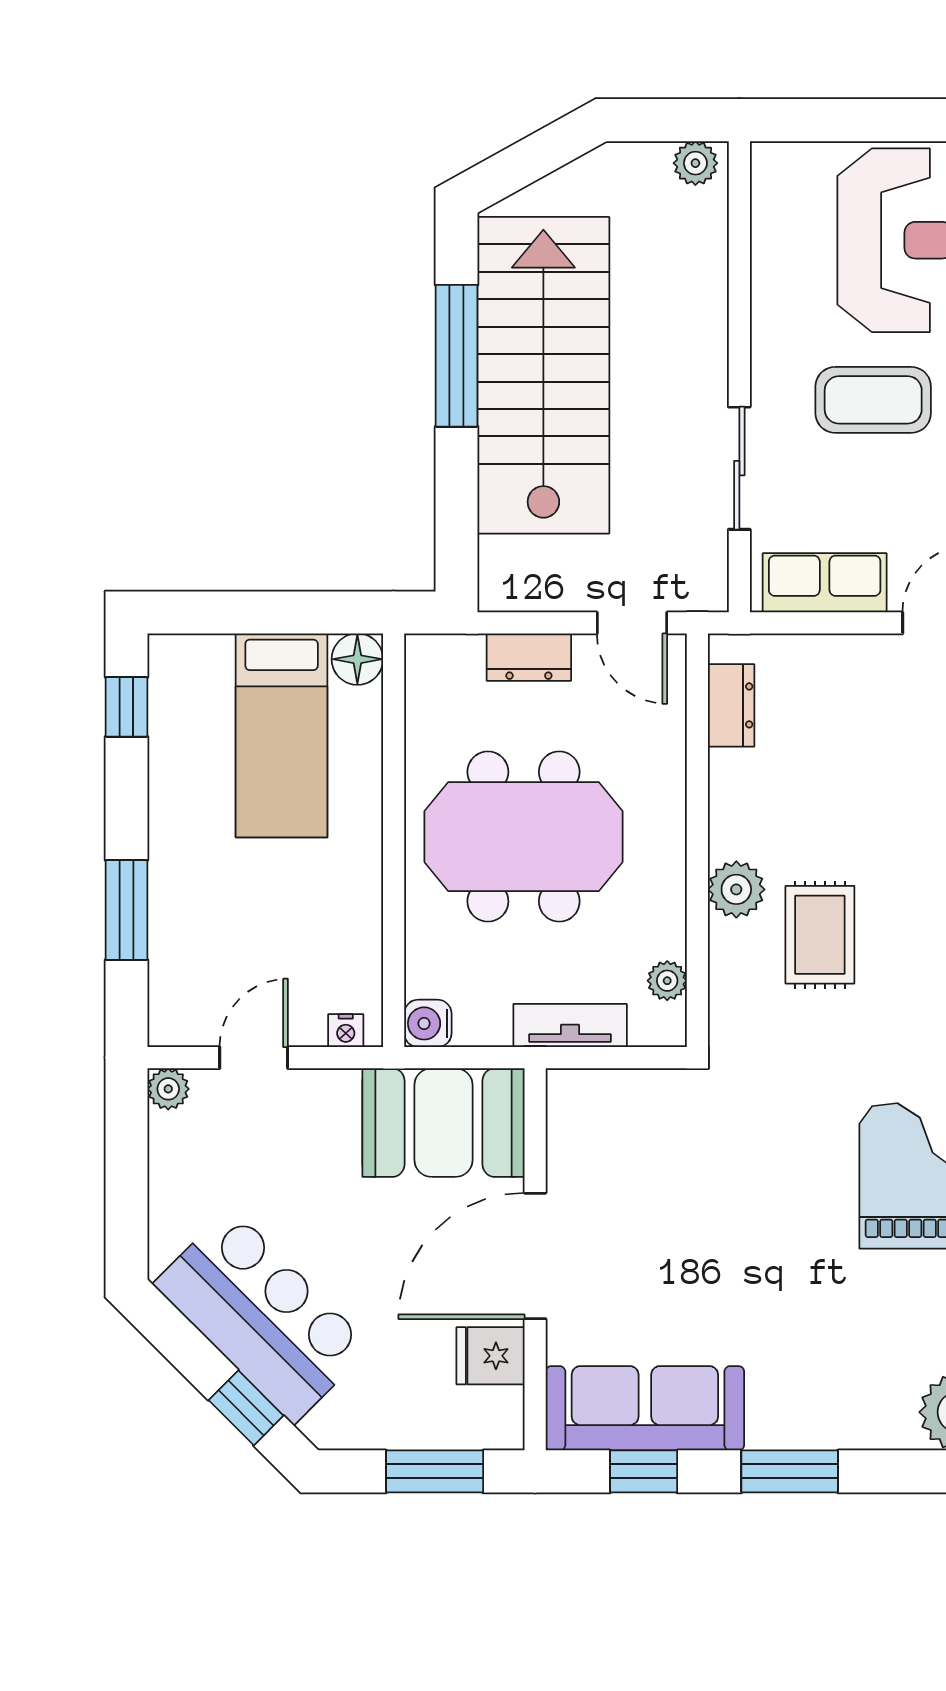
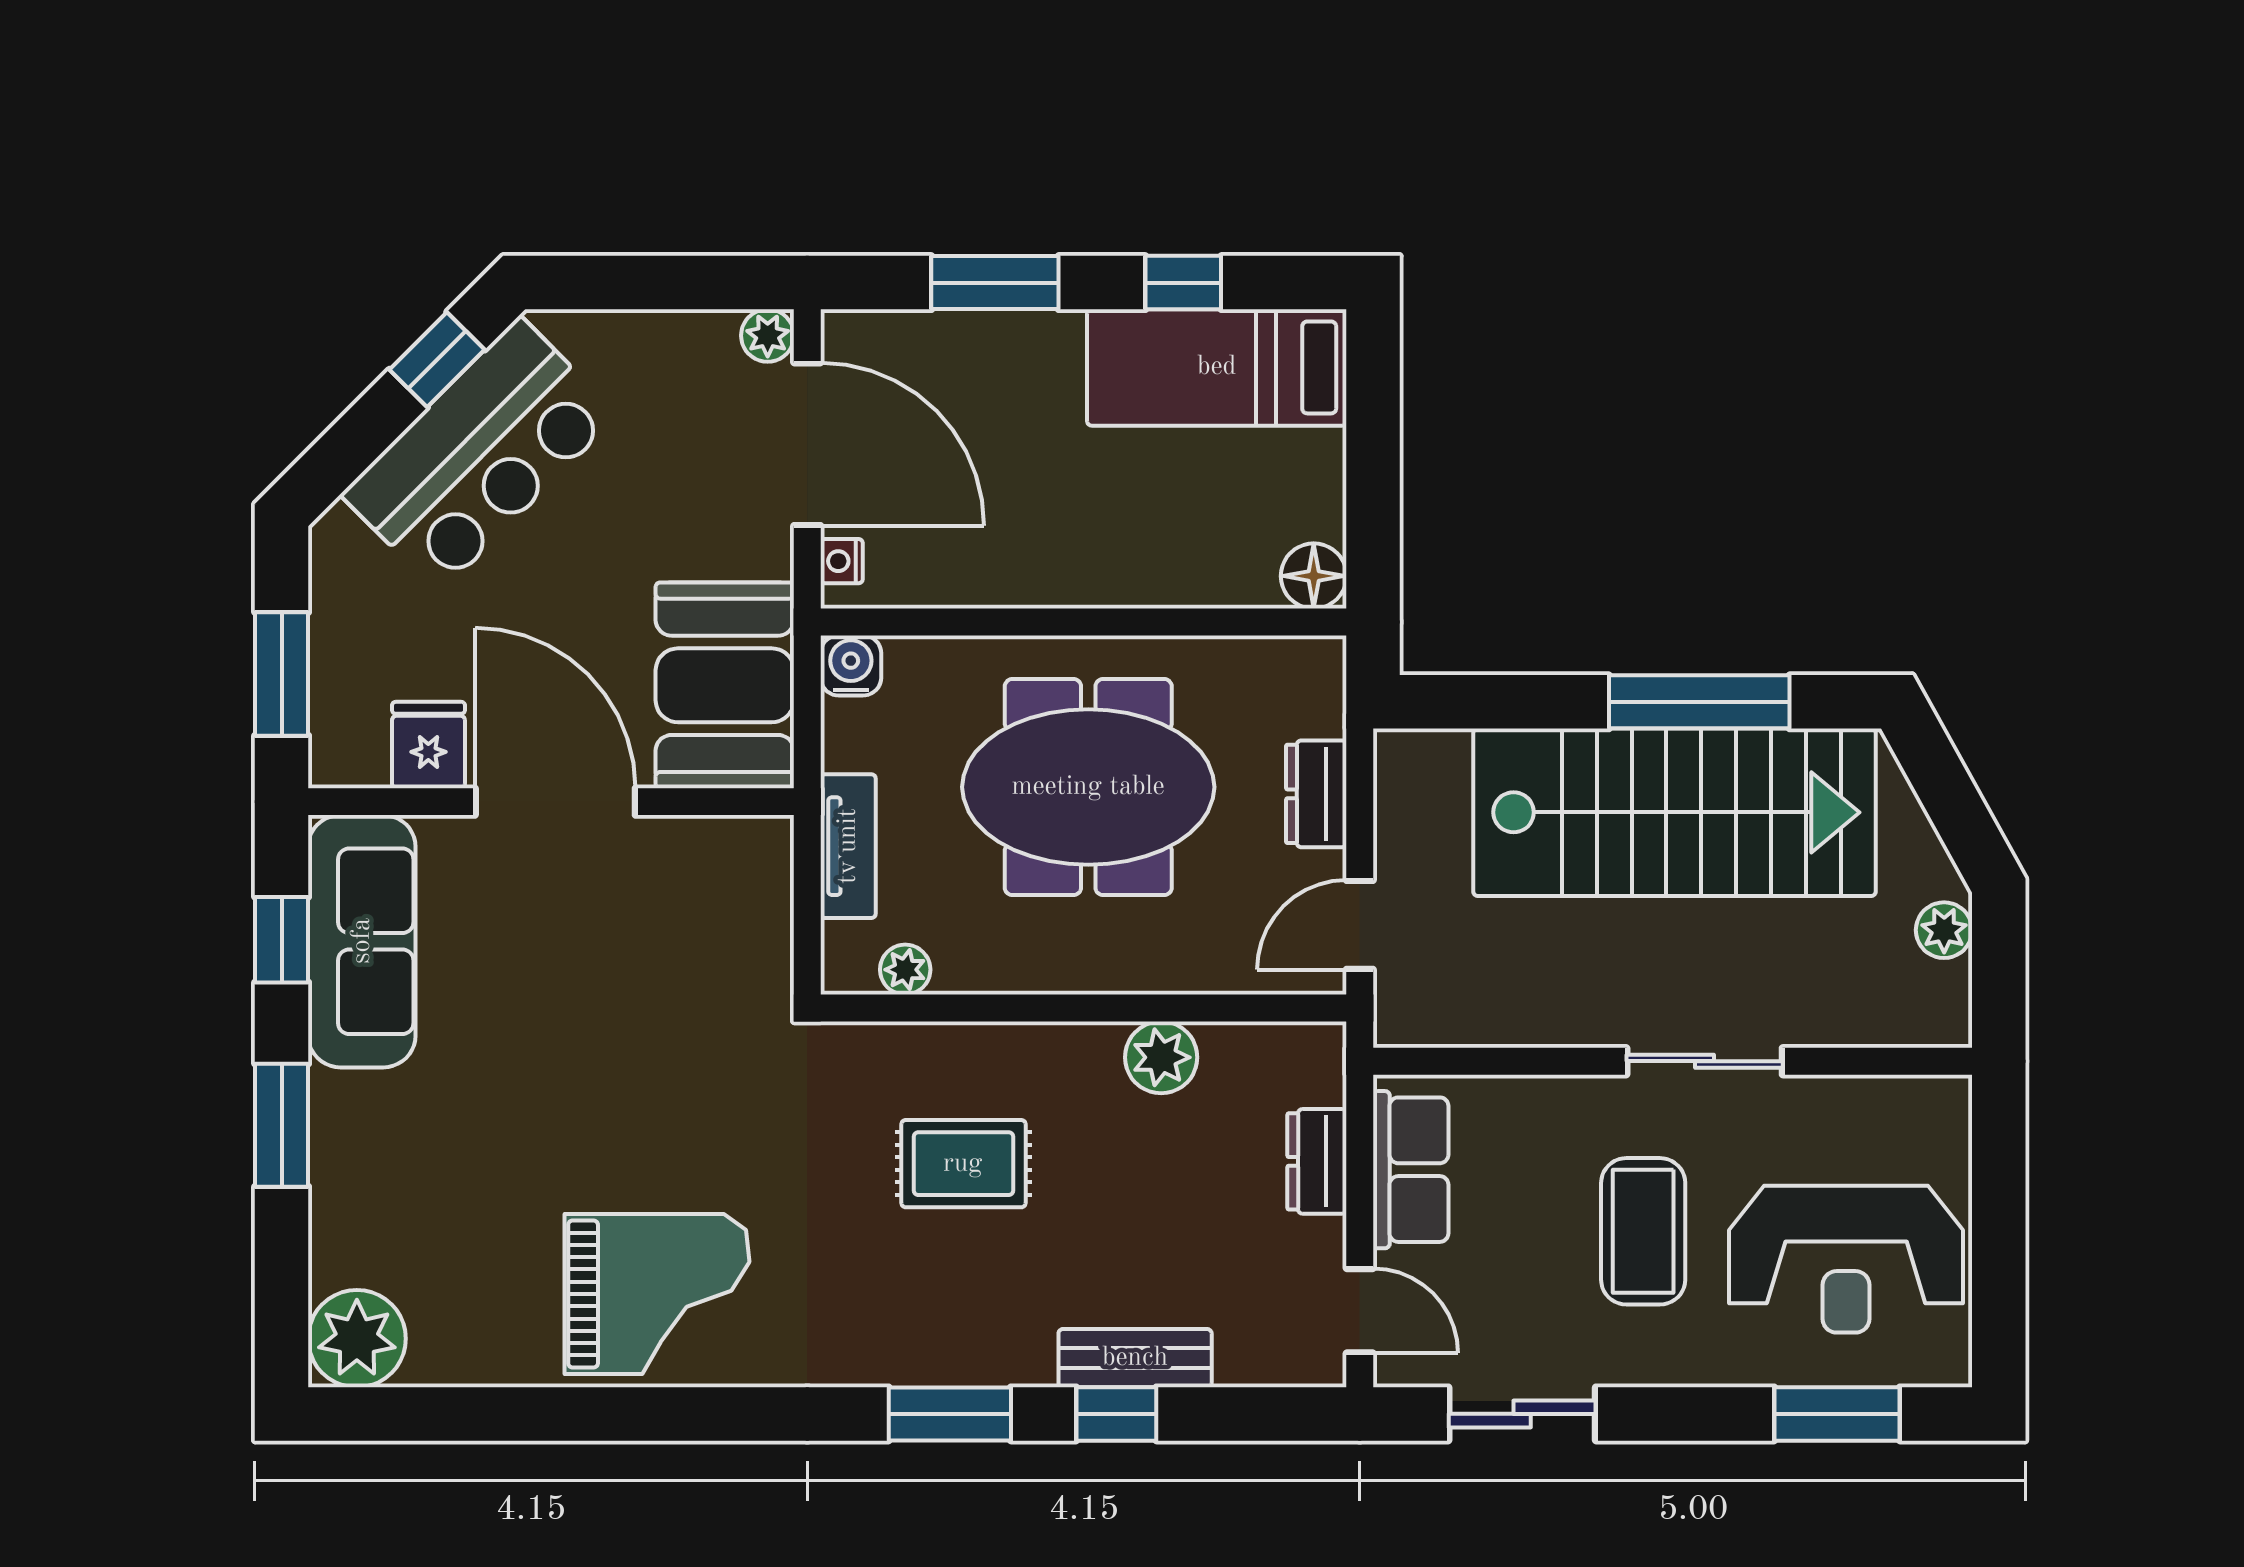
plant: (695, 163) -> (1944, 930), moved
sliding door: (739, 468) -> (1705, 1061), moved
dresser: (731, 705) -> (1317, 1161), moved, turned 90
window: (126, 707) -> (1183, 283), moved
bed: (282, 735) -> (1217, 367), moved
meeting table: (524, 837) -> (1088, 787), turned 90
plant: (736, 889) -> (1161, 1057), moved
door: (254, 1058) -> (807, 444), width x1.87
window: (246, 1408) -> (437, 360), moved

